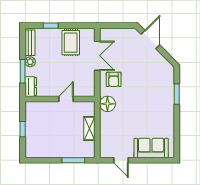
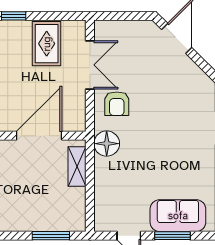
door: (66, 99) -> (39, 136), width x1.88
shelving: (89, 129) -> (77, 167), moved
window: (148, 160) -> (173, 236), added

